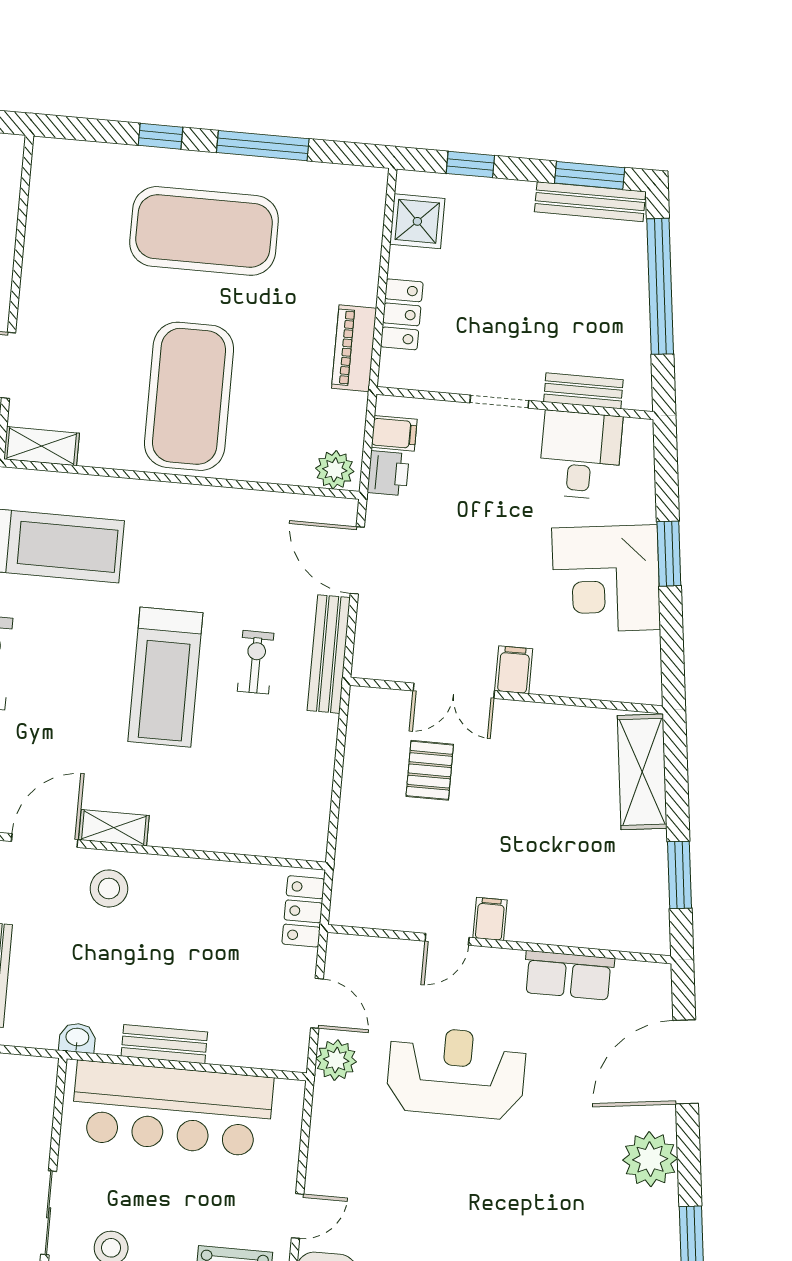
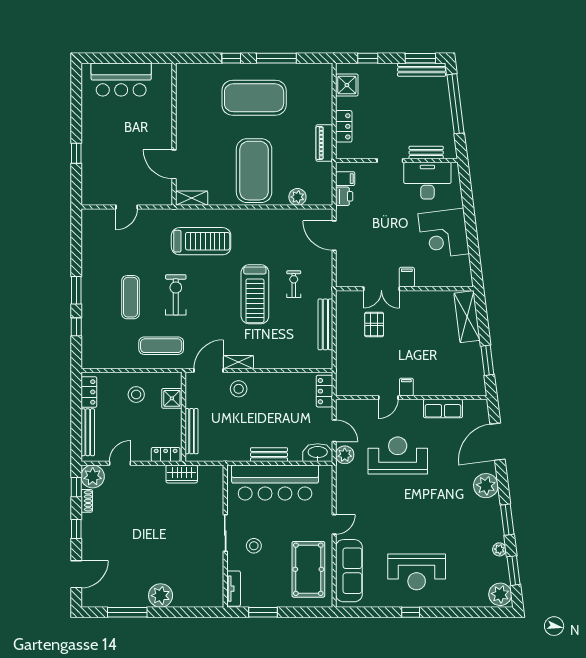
desk: (580, 455) -> (427, 181), width x1.37
plant: (335, 470) -> (297, 197), moved
window: (669, 554) -> (470, 220), removed
bench: (329, 654) -> (325, 324), moved
washbasin: (77, 1038) -> (318, 453), moved, width x1.91, depth x1.45

